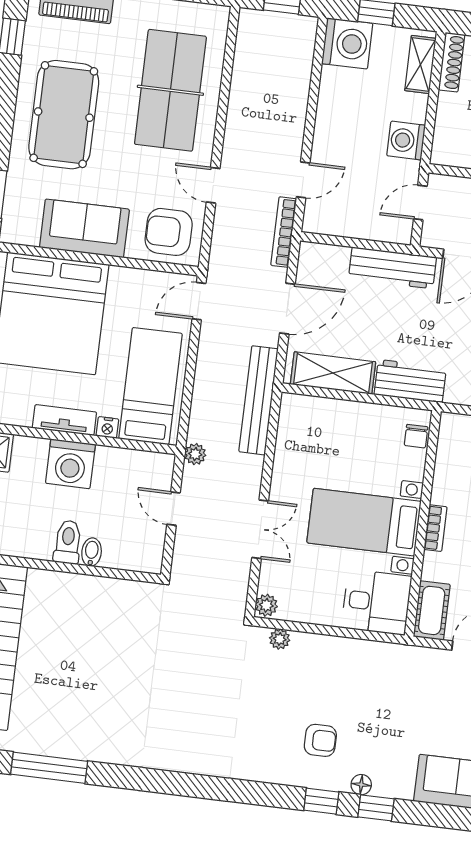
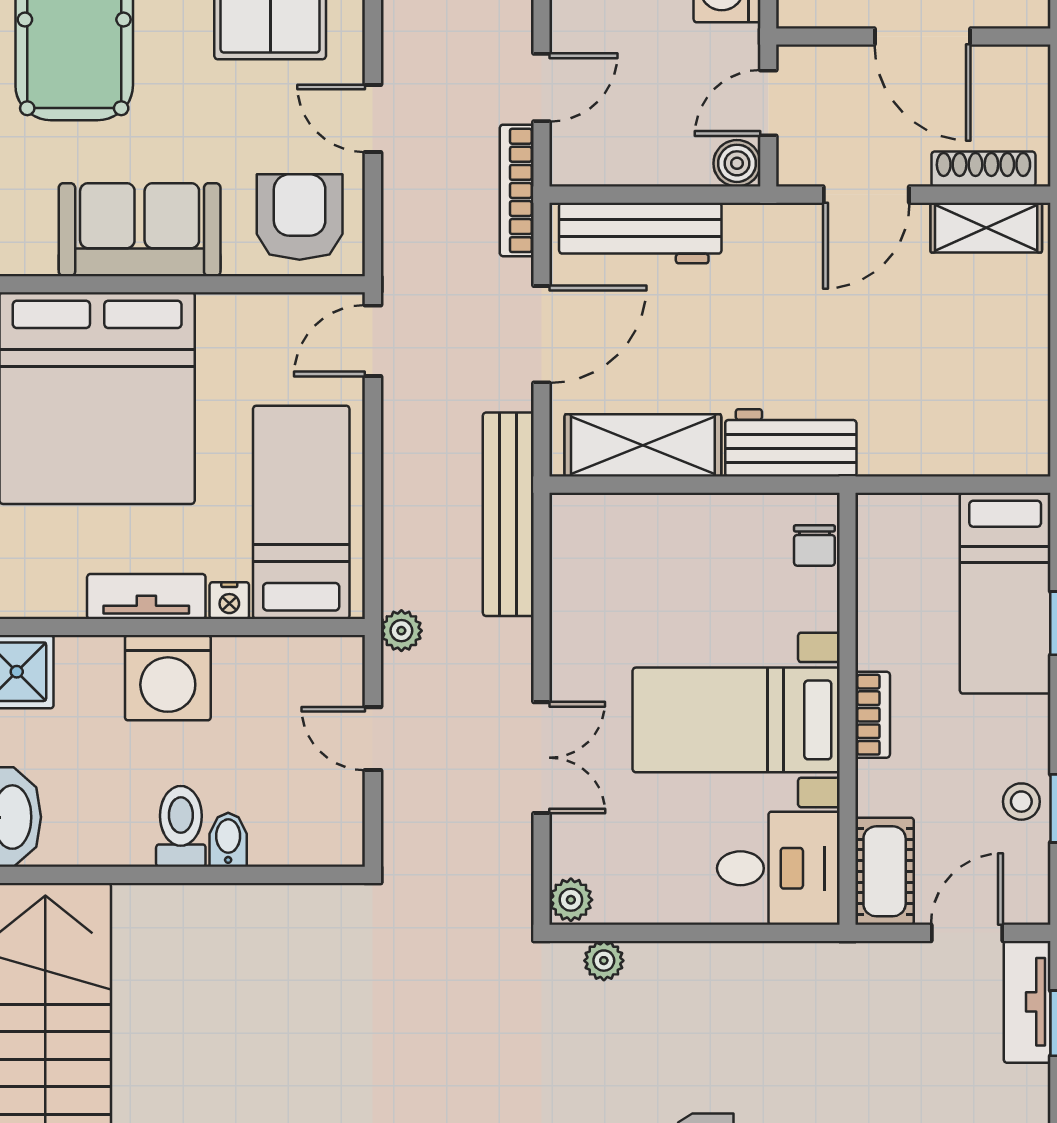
armchair: (169, 232) -> (300, 217), turned 90
boiler: (400, 232) -> (737, 163), added
workbench: (392, 268) -> (640, 233), moved

